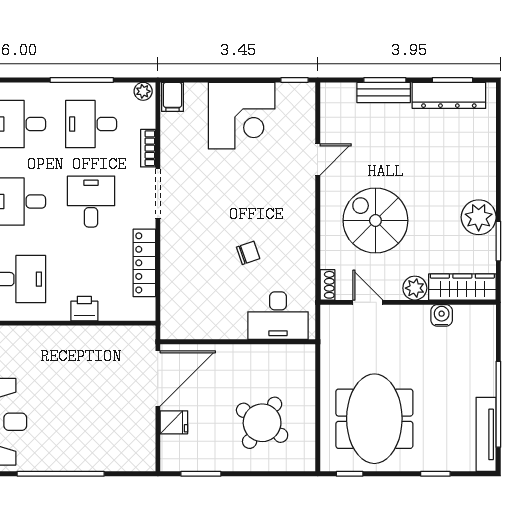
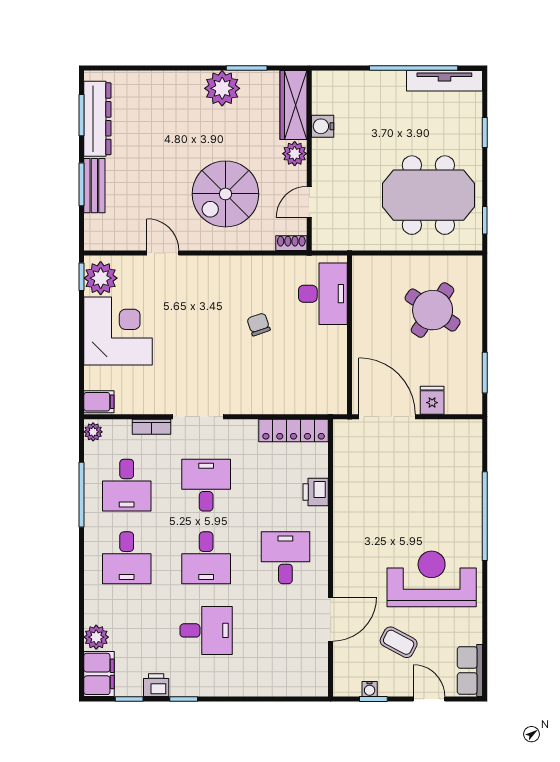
plant: (293, 99) -> (101, 278), added
desk: (91, 202) -> (206, 485), turned 90
locker: (144, 263) -> (294, 431), moved

